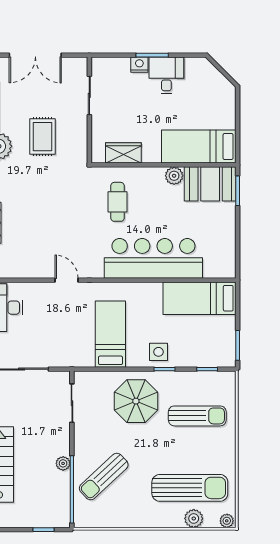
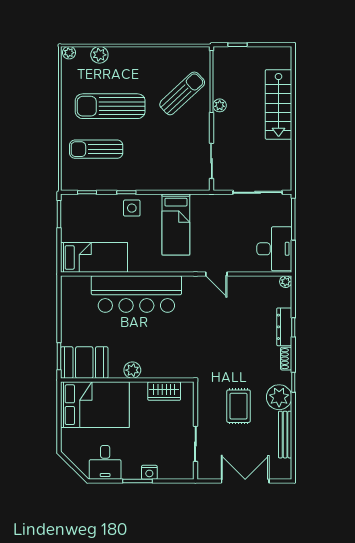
desk: (166, 75) -> (105, 462), moved
bed: (199, 146) -> (95, 405), width x1.50
plant: (174, 176) -> (132, 370), moved
cafe table: (118, 202) -> (169, 346), removed
parasol: (136, 401) -> (153, 163), removed
sun lounger: (190, 488) -> (110, 106), moved

